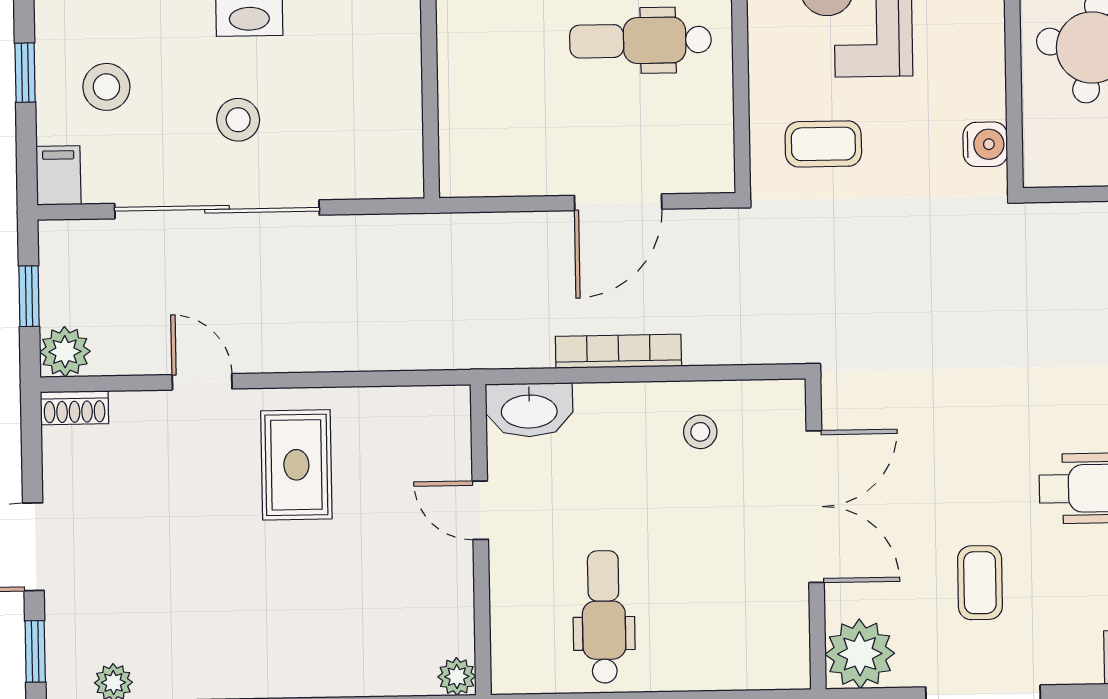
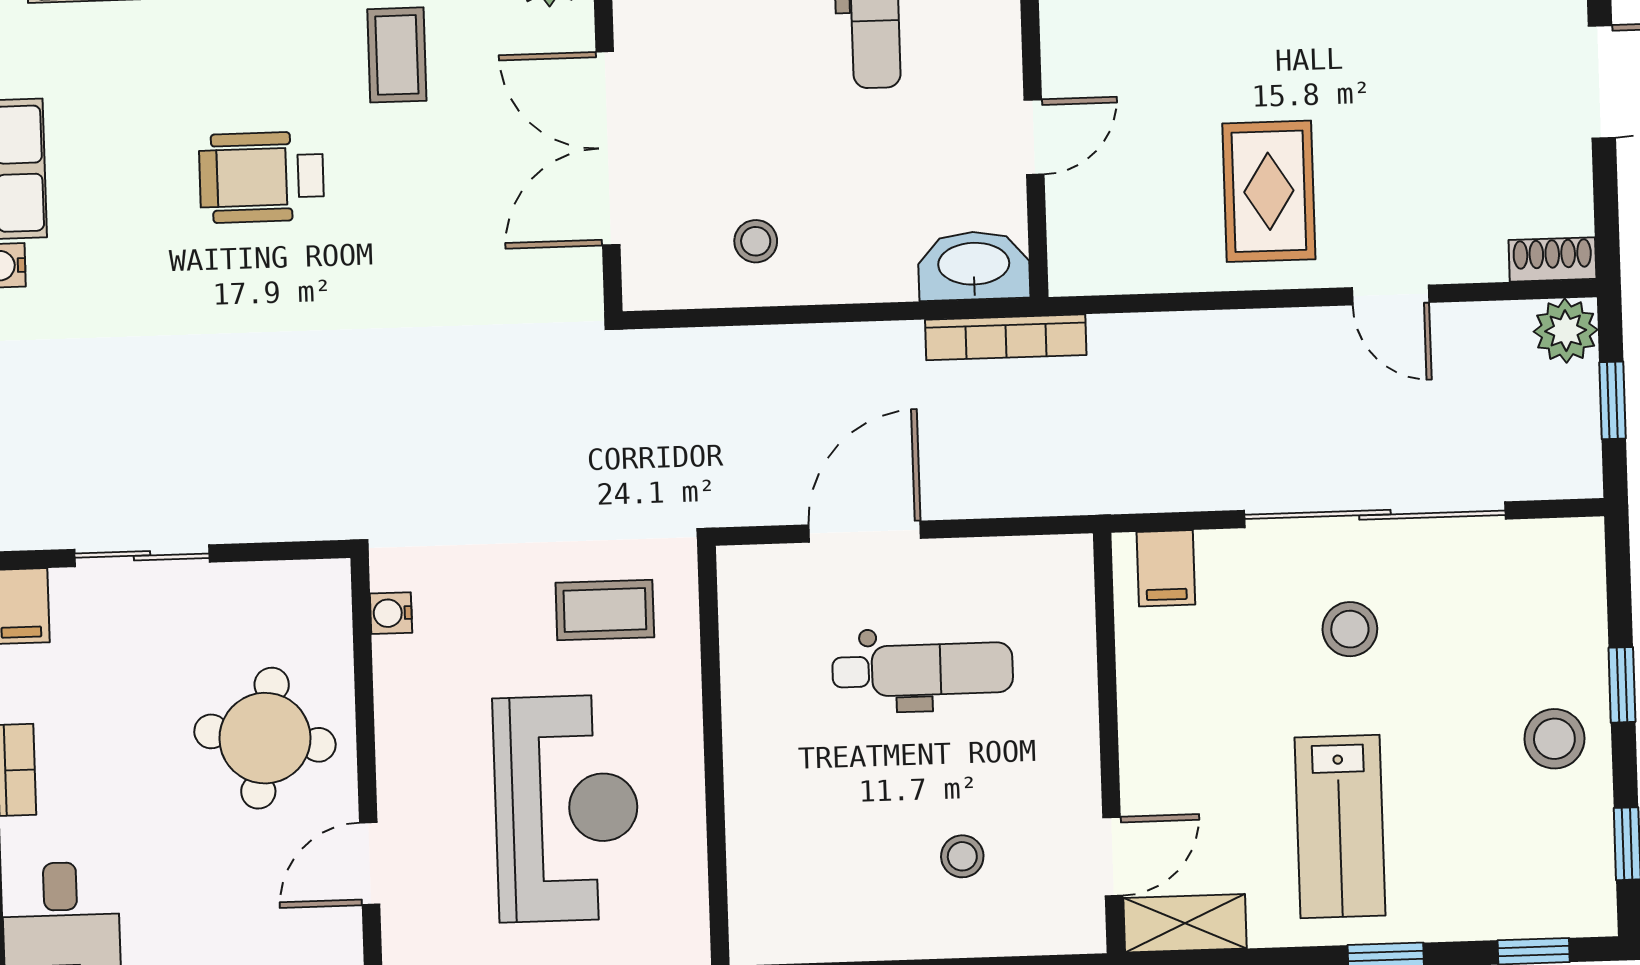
dental chair: (640, 41) -> (923, 670), moved
stool: (106, 87) -> (1554, 739), moved
water cooler: (985, 144) -> (391, 613), width x0.72, depth x0.72
filing cabinet: (58, 175) -> (1166, 568), moved
bookcase: (618, 351) -> (1006, 337), moved
door: (480, 510) -> (1034, 137), hinge flipped

